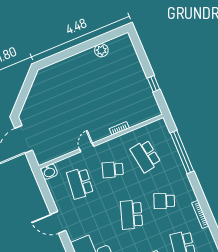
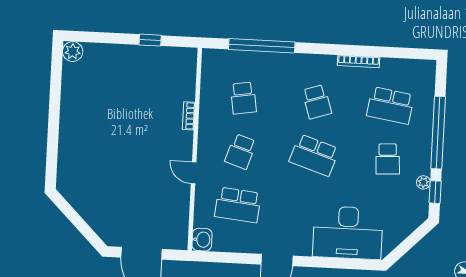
plant: (101, 50) -> (73, 52), moved
school desk: (146, 156) -> (243, 98), width x0.54
school desk: (164, 201) -> (317, 102), turned -39

